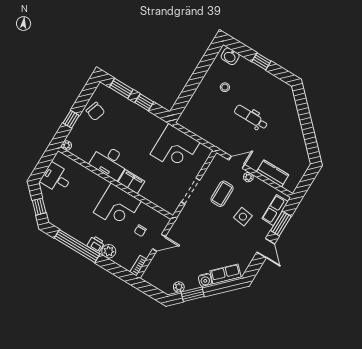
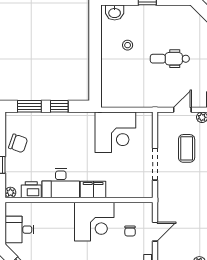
printer: (84, 153) -> (31, 190), added

